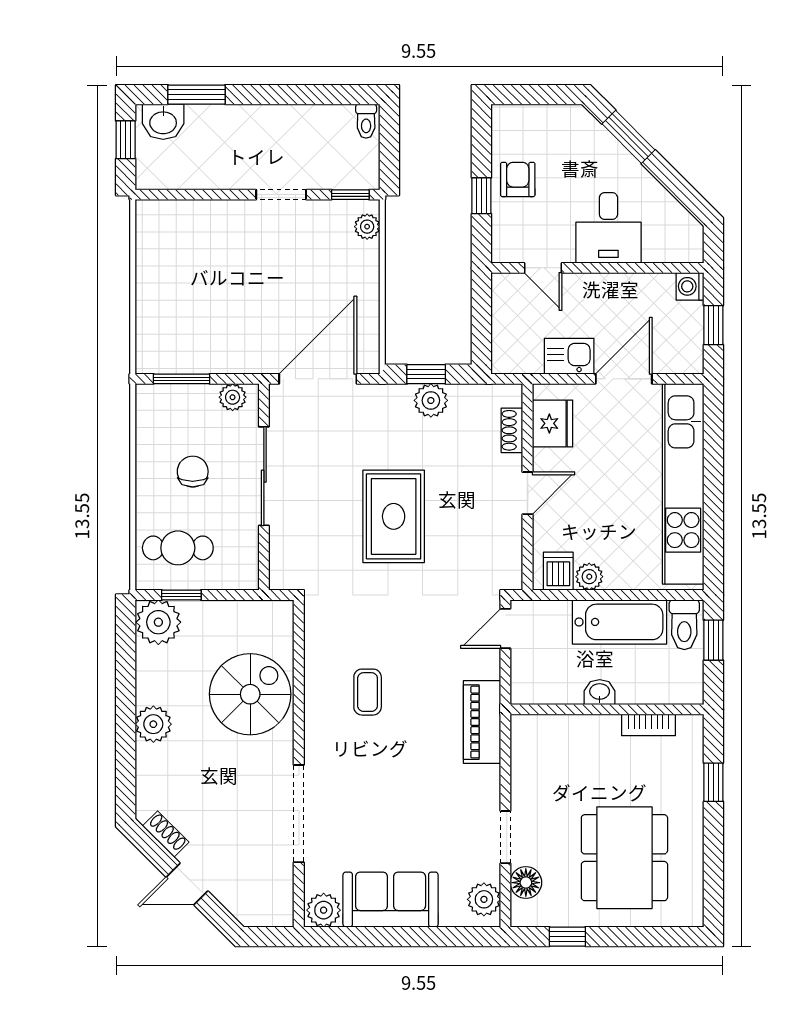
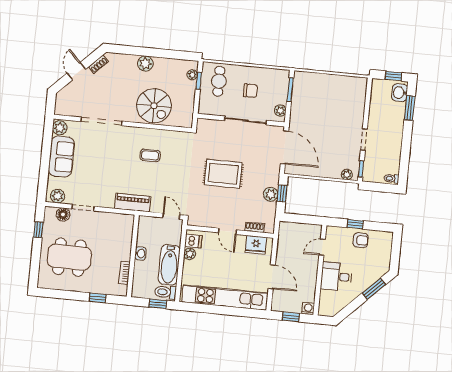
kitchen sink: (569, 356) -> (284, 255), removed
plant: (158, 622) -> (192, 75), width x0.53, depth x0.53

